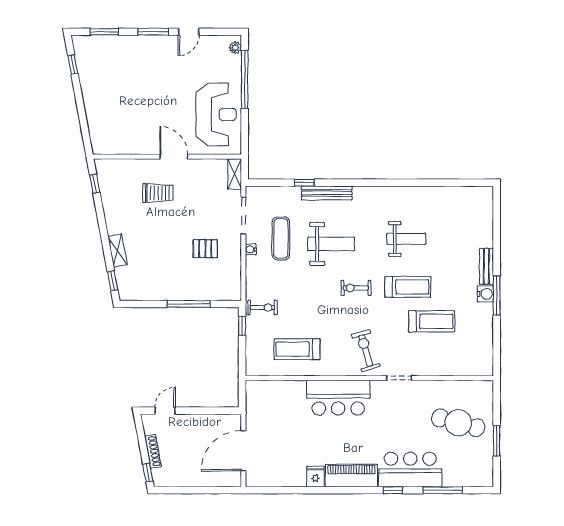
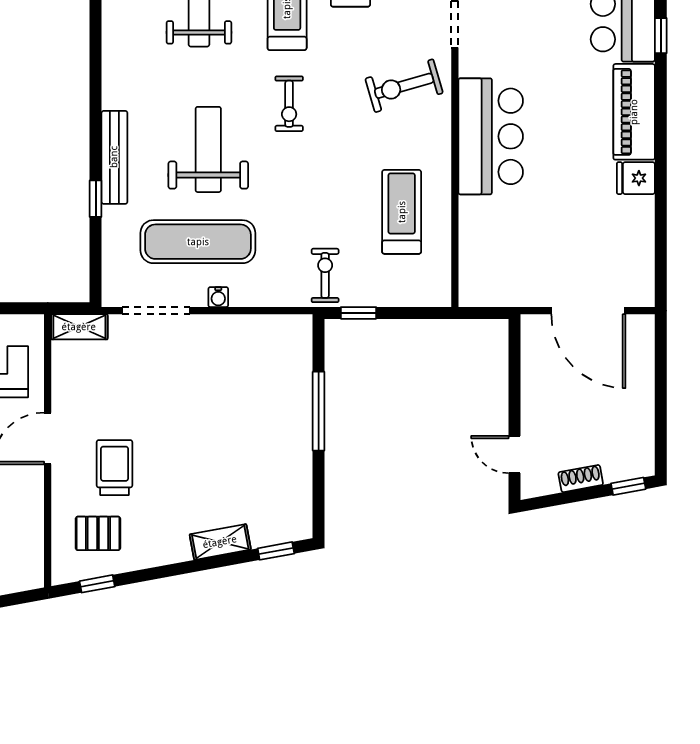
exercise mat: (281, 238) -> (198, 242), width x1.36, depth x1.45
pallet: (205, 249) -> (98, 533), moved, turned 90
treadmill: (297, 349) -> (402, 212), turned 180
shoe rack: (153, 451) -> (581, 479), width x0.70

